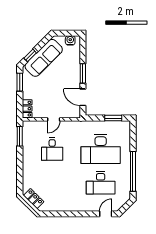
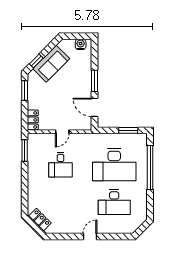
sofa: (44, 58) -> (51, 64), width x0.73
window: (133, 171) -> (150, 168), moved
door: (106, 214) -> (90, 236), moved

